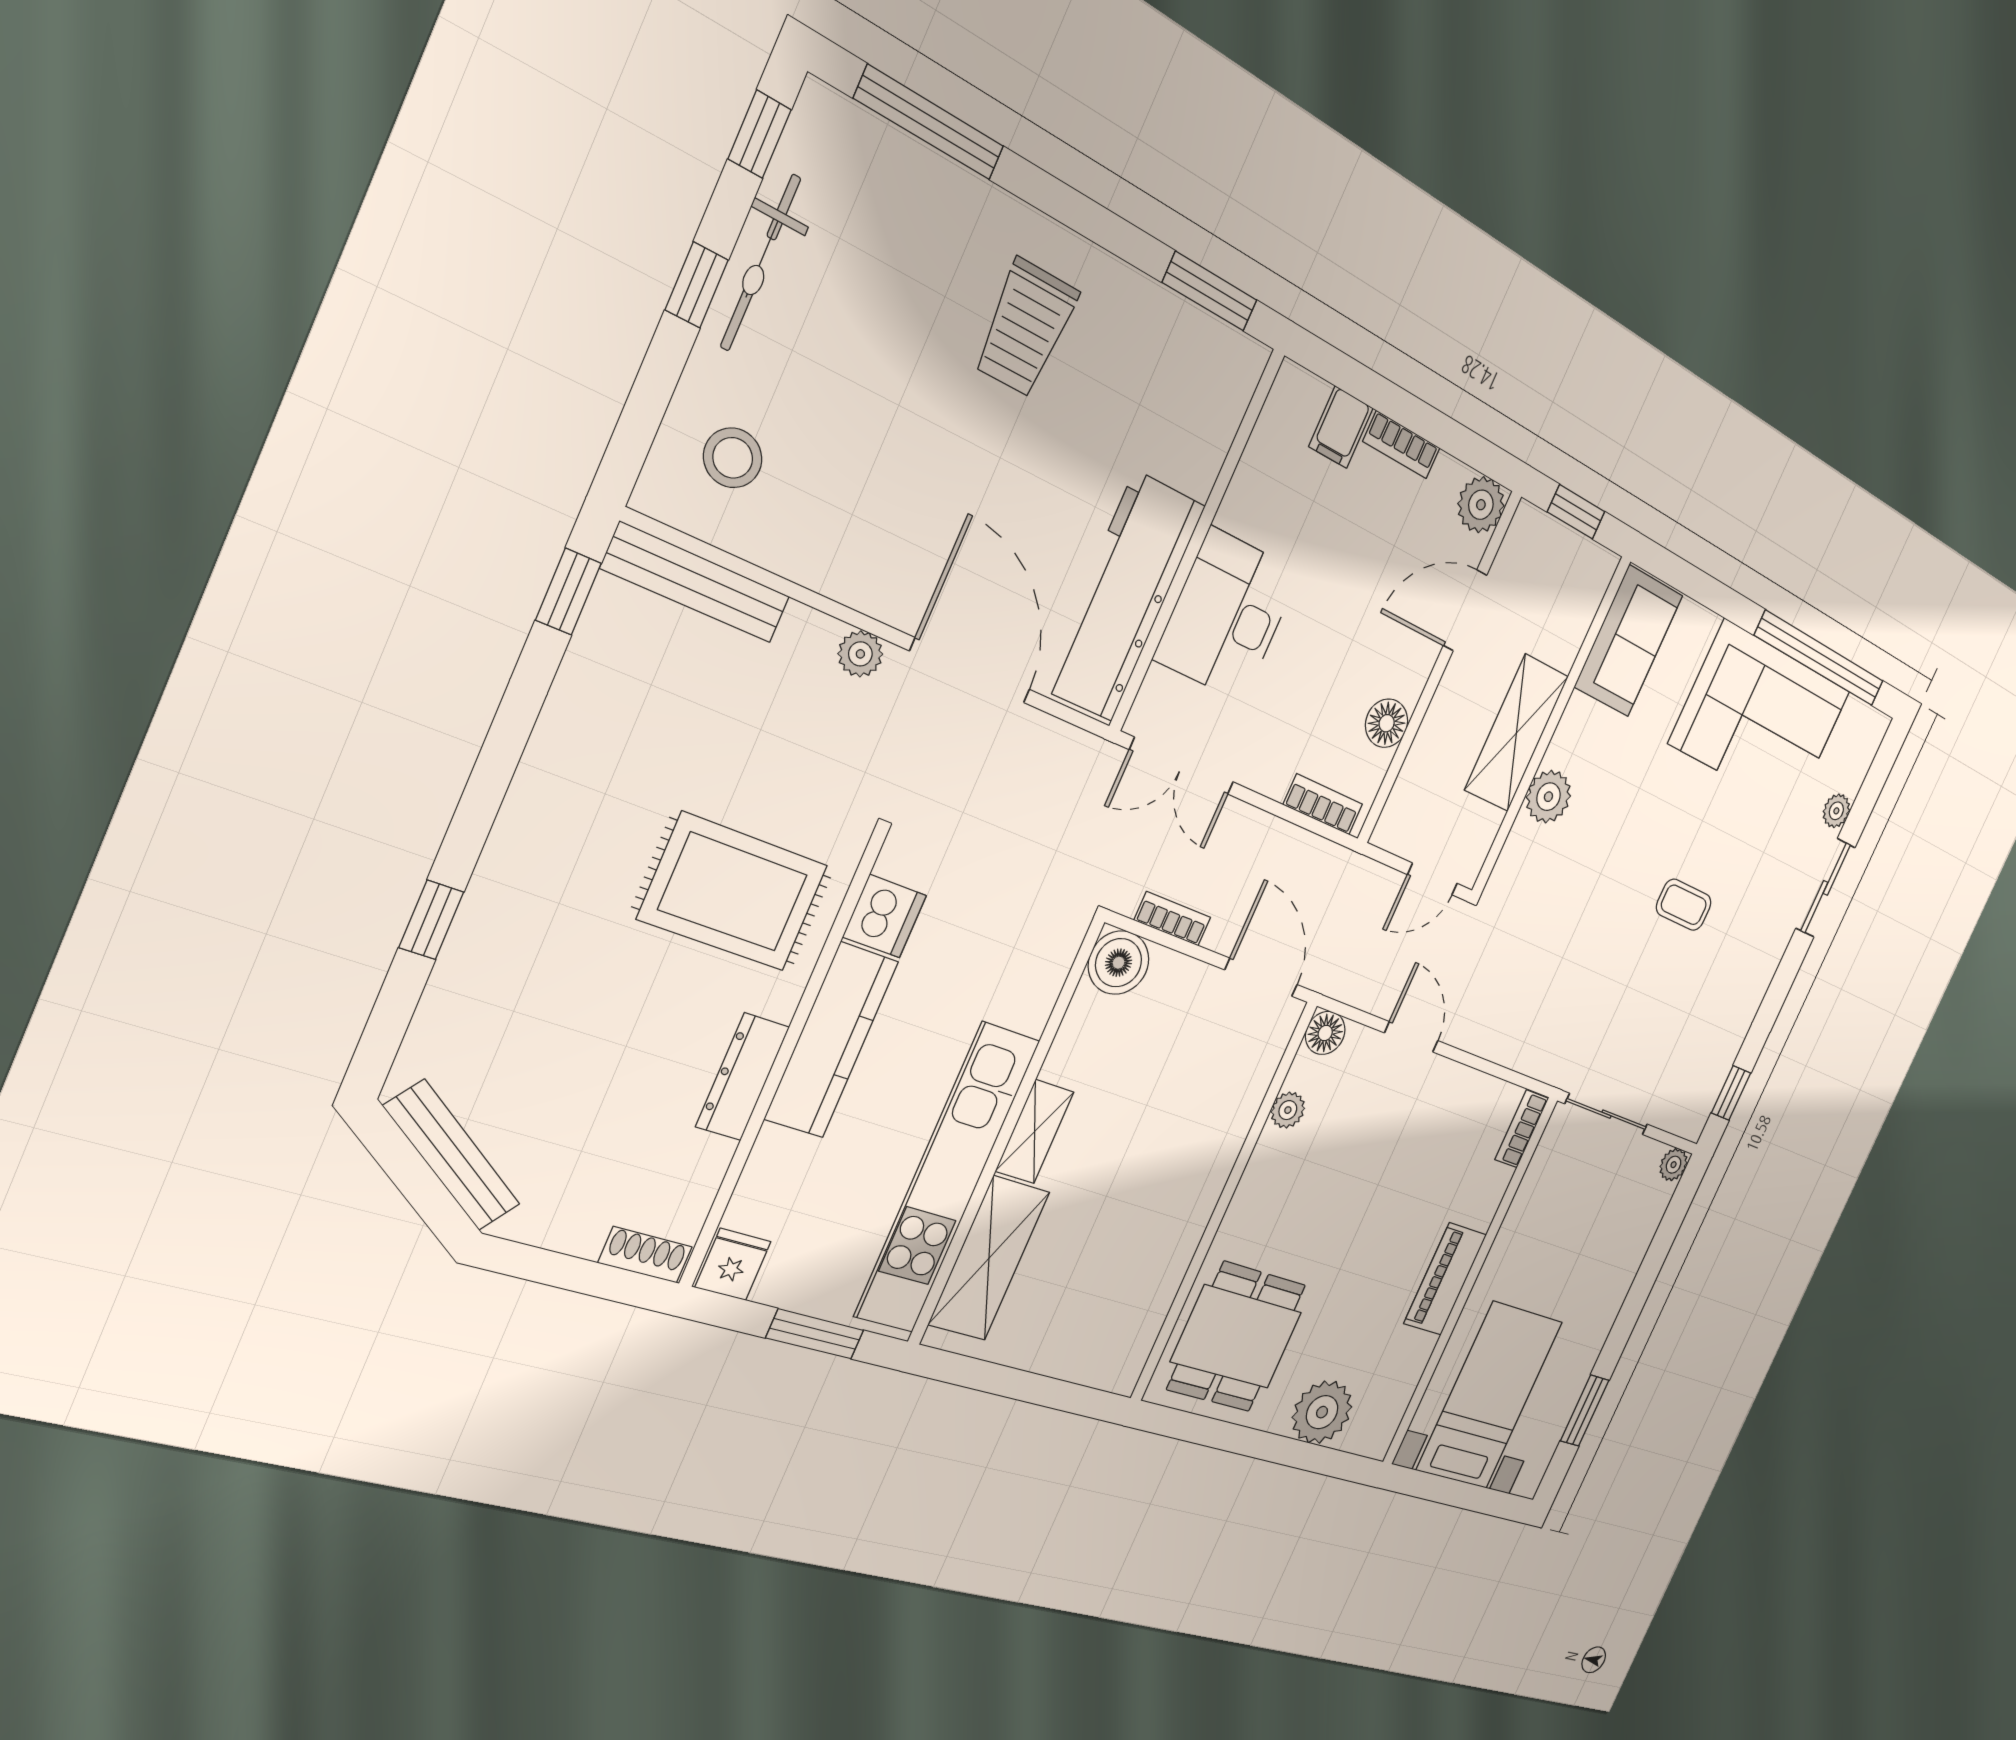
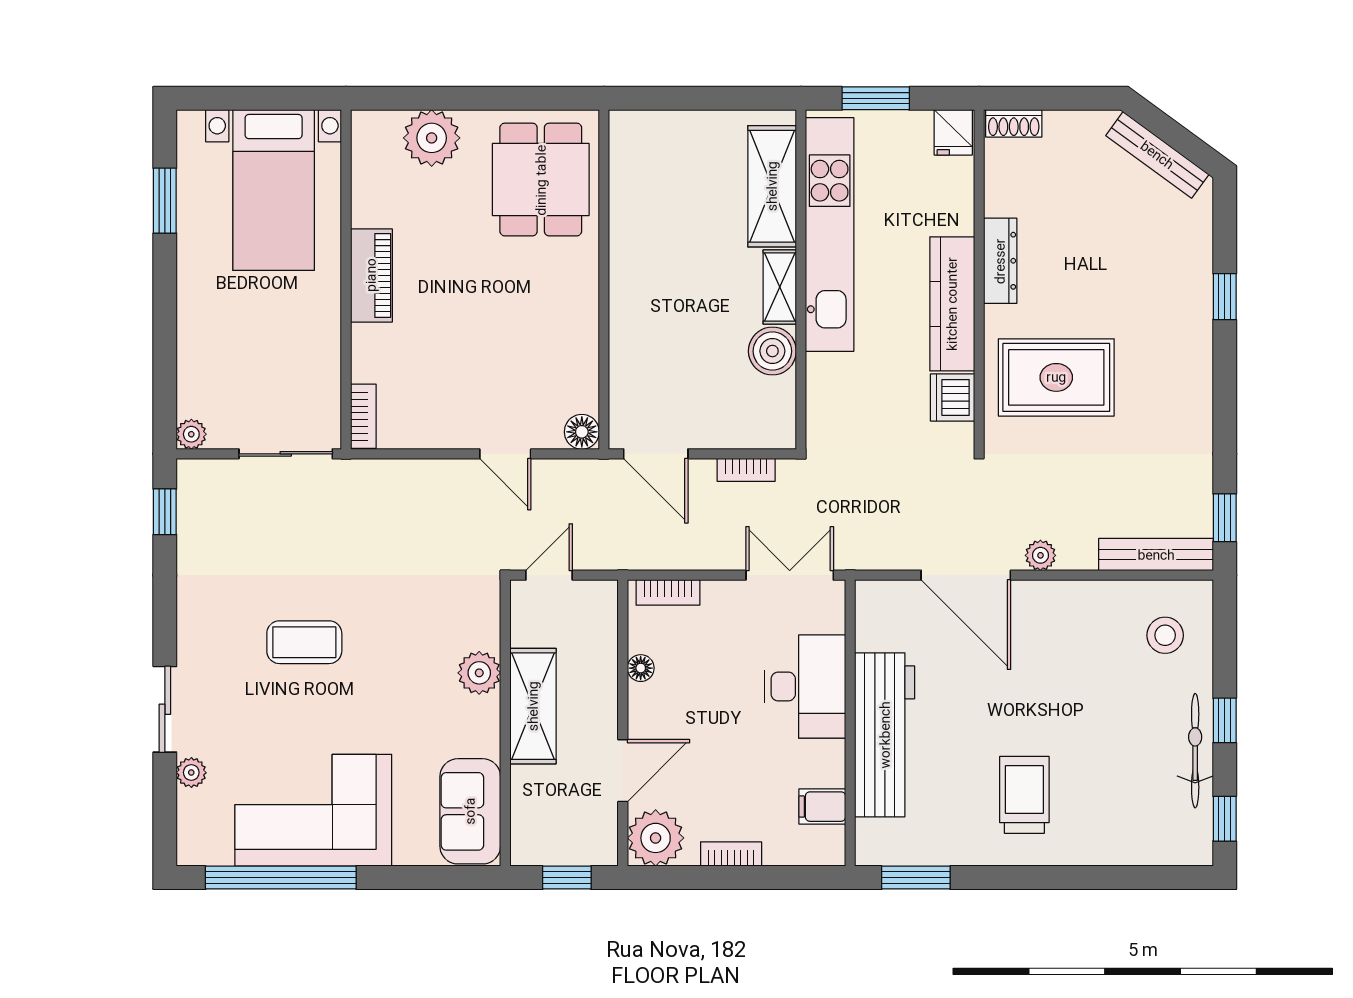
window: (929, 123) -> (1134, 878), removed
filing cabinet: (1341, 427) -> (822, 807), moved, turned -90
plant: (1481, 505) -> (656, 838), width x1.36, depth x1.36
workbench: (1123, 597) -> (885, 735), moved
floor lamp: (1387, 723) -> (641, 668), width x0.73, depth x0.73
coffee table: (1684, 905) -> (304, 642), width x1.36, depth x1.30
boiler: (1119, 963) -> (772, 351), moved
plant: (1288, 1110) -> (584, 365), removed

